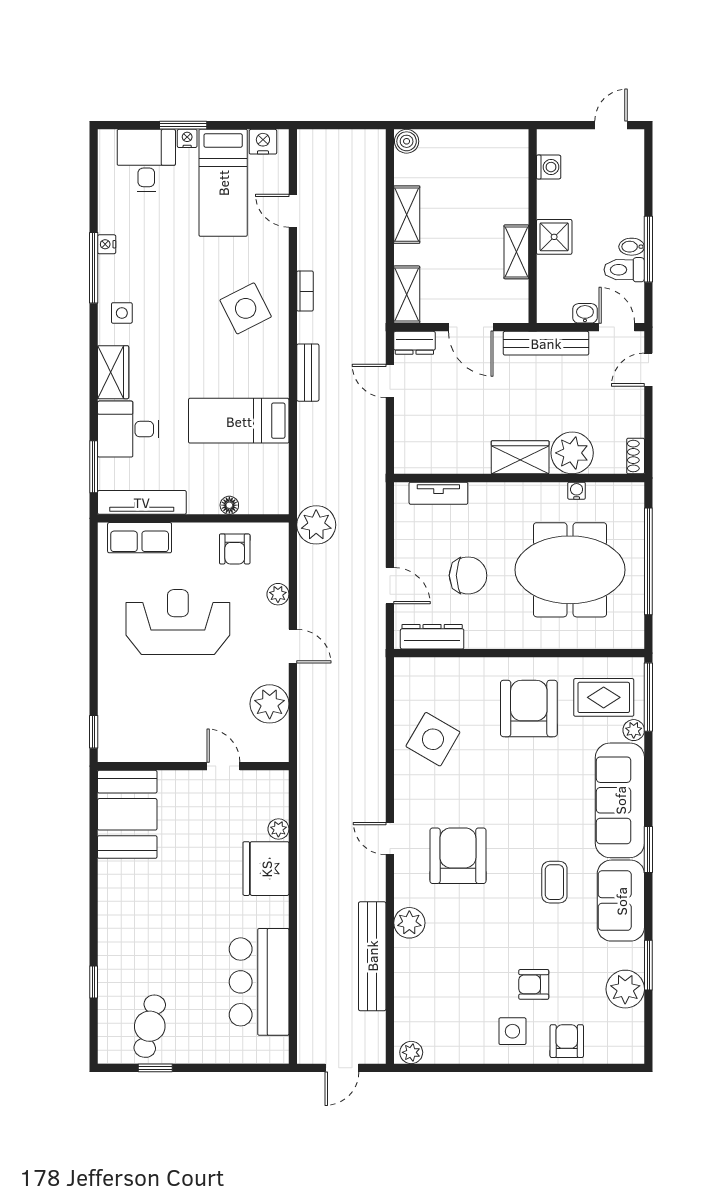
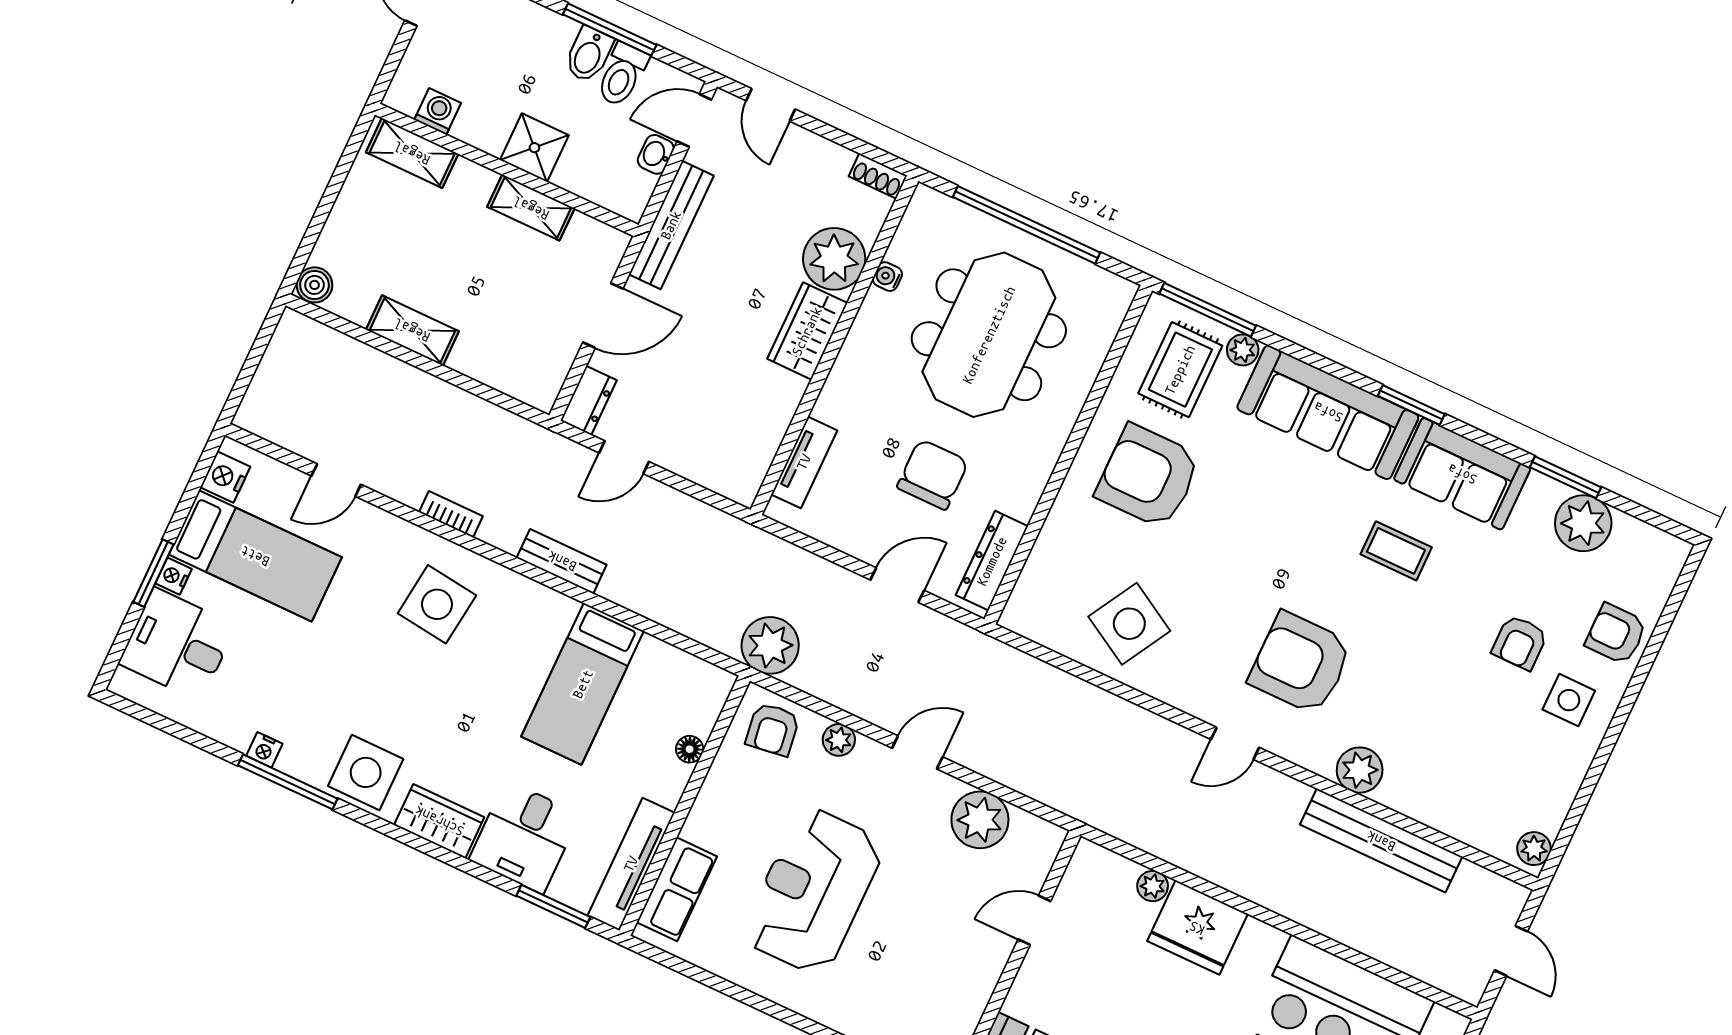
bidet: (632, 247) -> (589, 54), width x1.38, depth x1.36
shelving: (407, 295) -> (412, 153), moved
side table: (246, 308) -> (437, 604), turned 34
side table: (122, 313) -> (366, 772), width x1.87, depth x1.87
armchair: (235, 549) -> (773, 729), moved, turned 82

